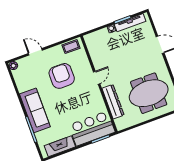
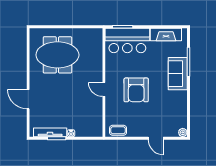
armchair: (62, 76) -> (136, 90), moved
door: (97, 78) -> (104, 89), hinge flipped
dresser: (113, 102) -> (96, 60), removed
sofa: (35, 110) -> (178, 74), width x0.73

